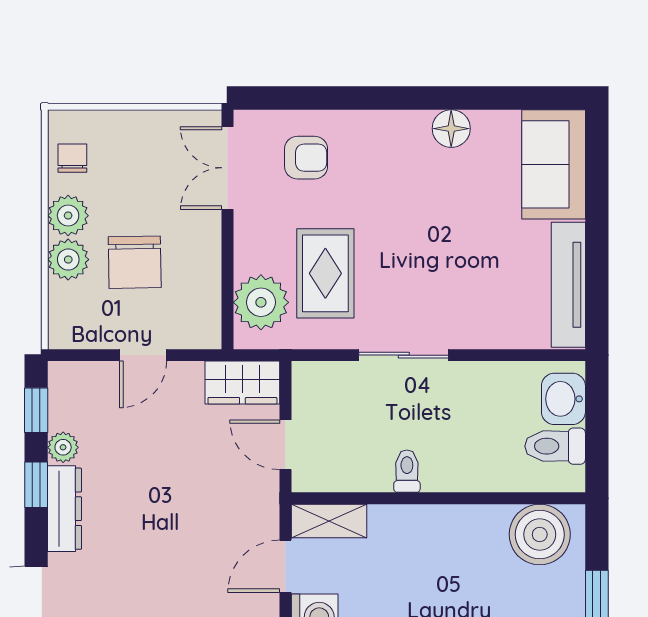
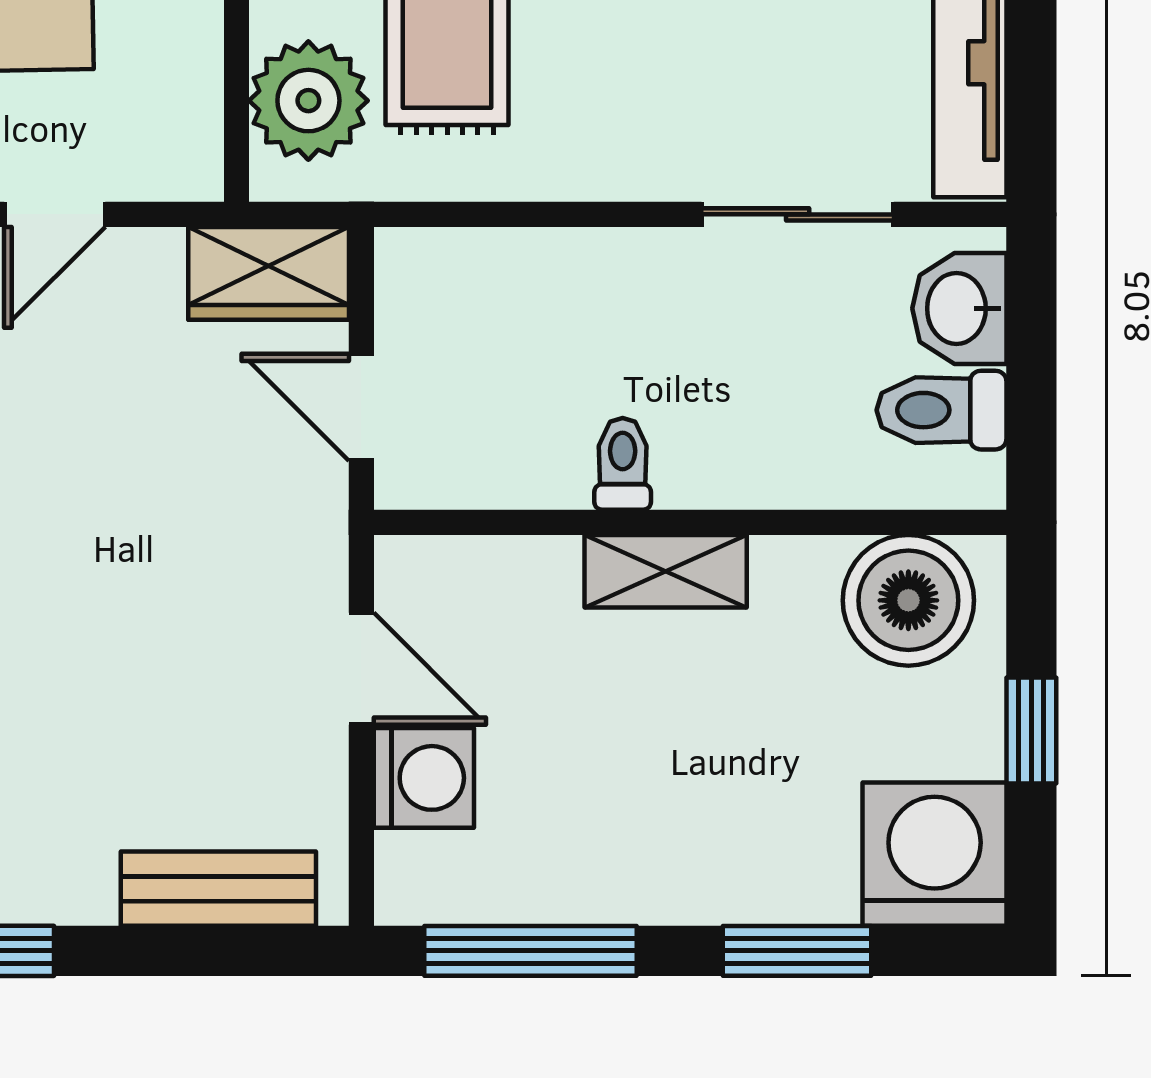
sliding door: (404, 355) -> (798, 214), moved
shelving: (329, 521) -> (666, 571), moved
door: (286, 566) -> (361, 669), swing flipped

